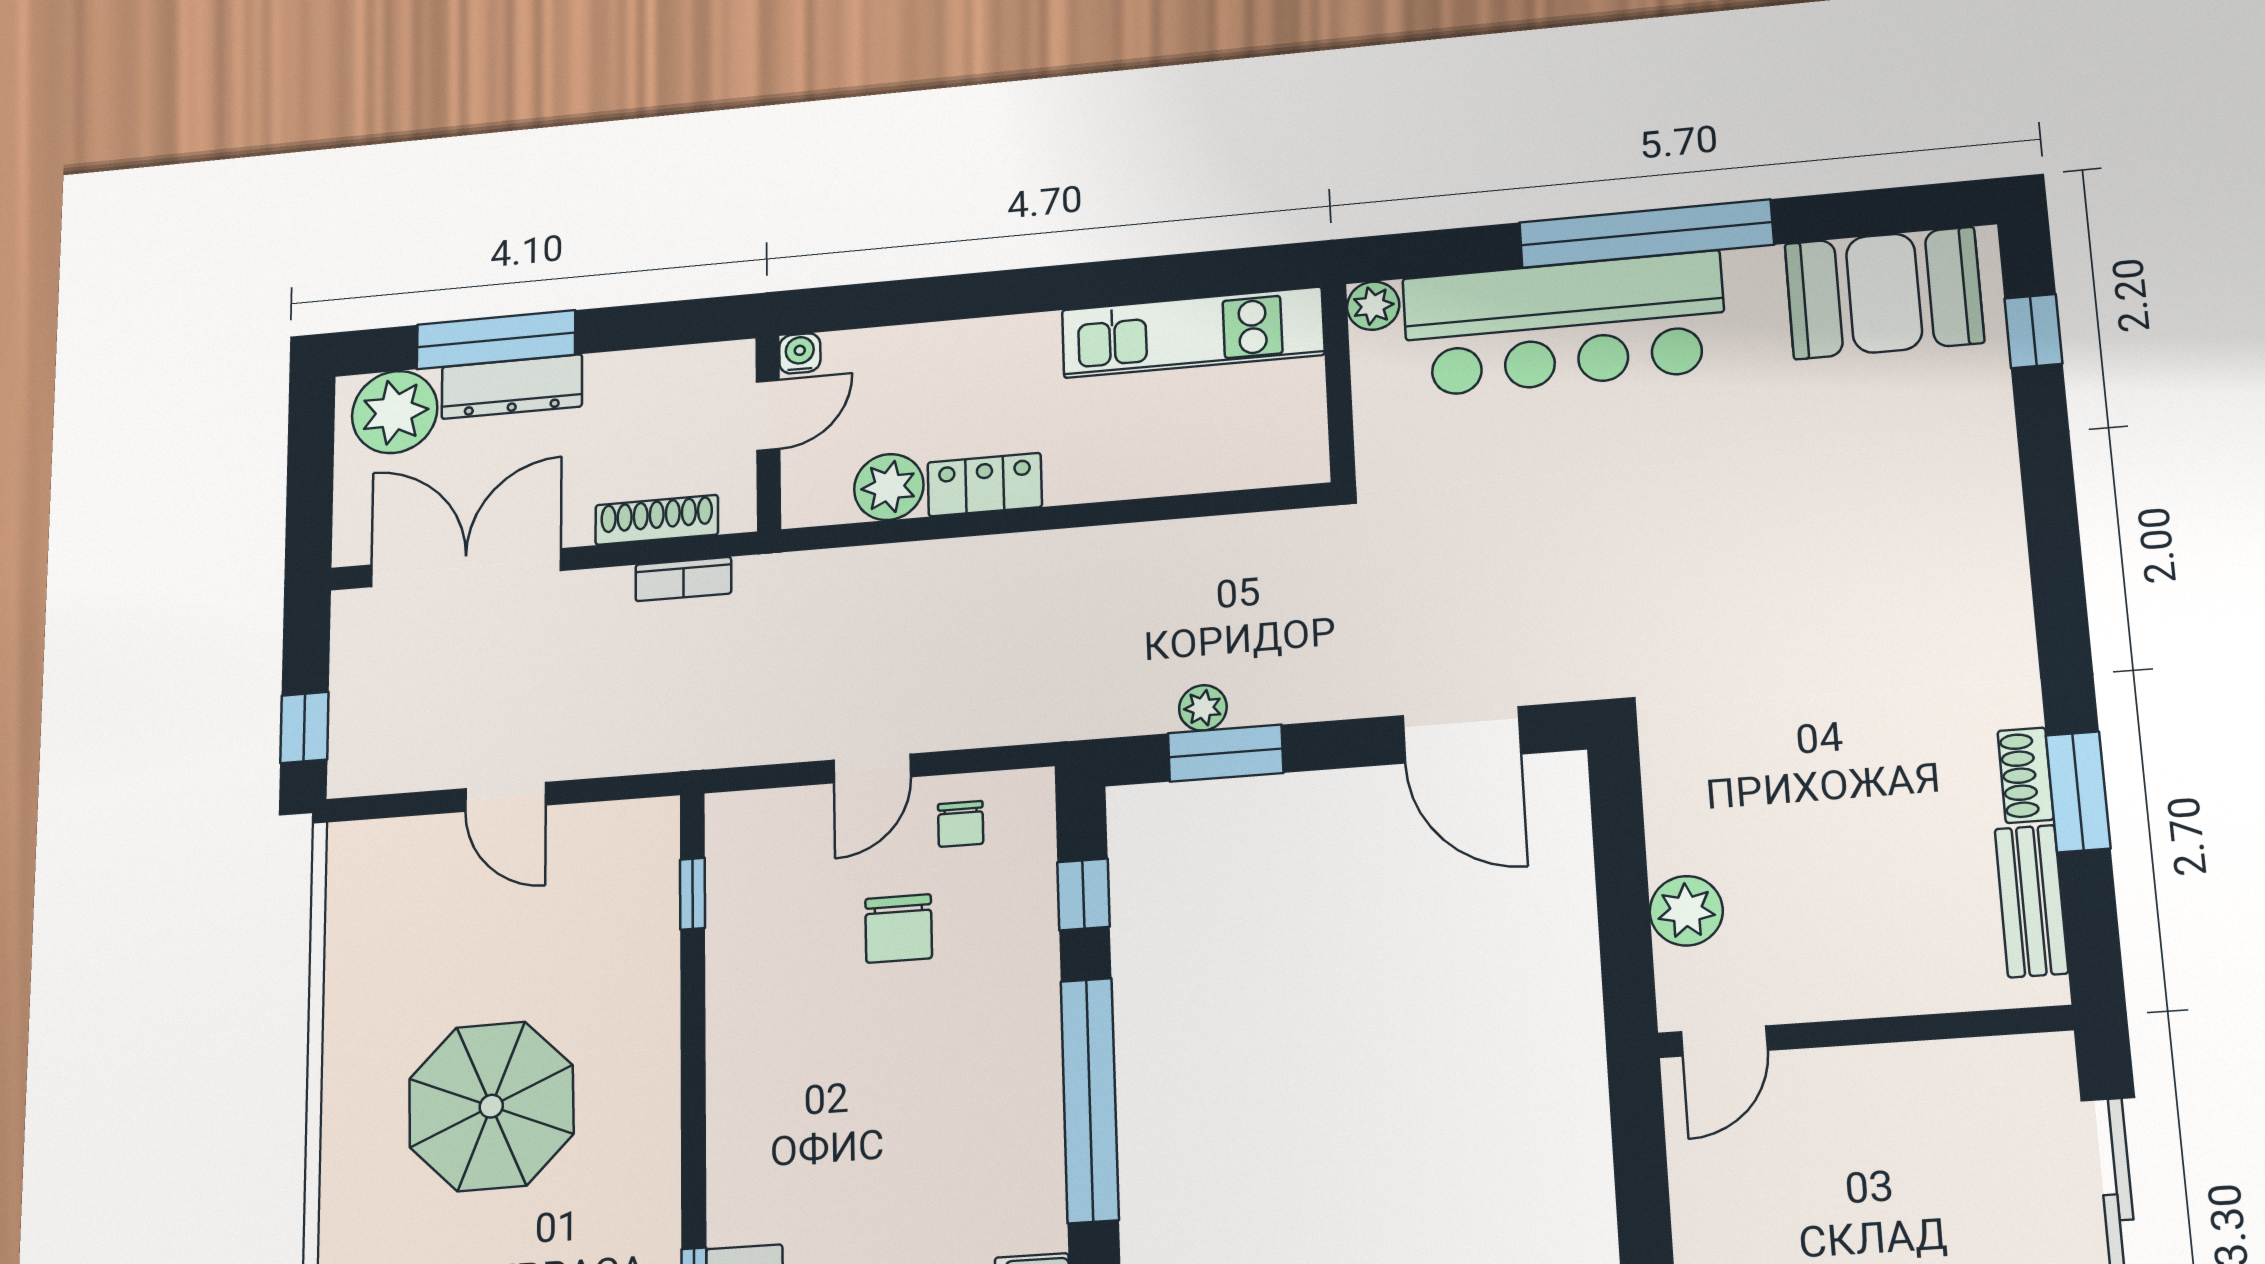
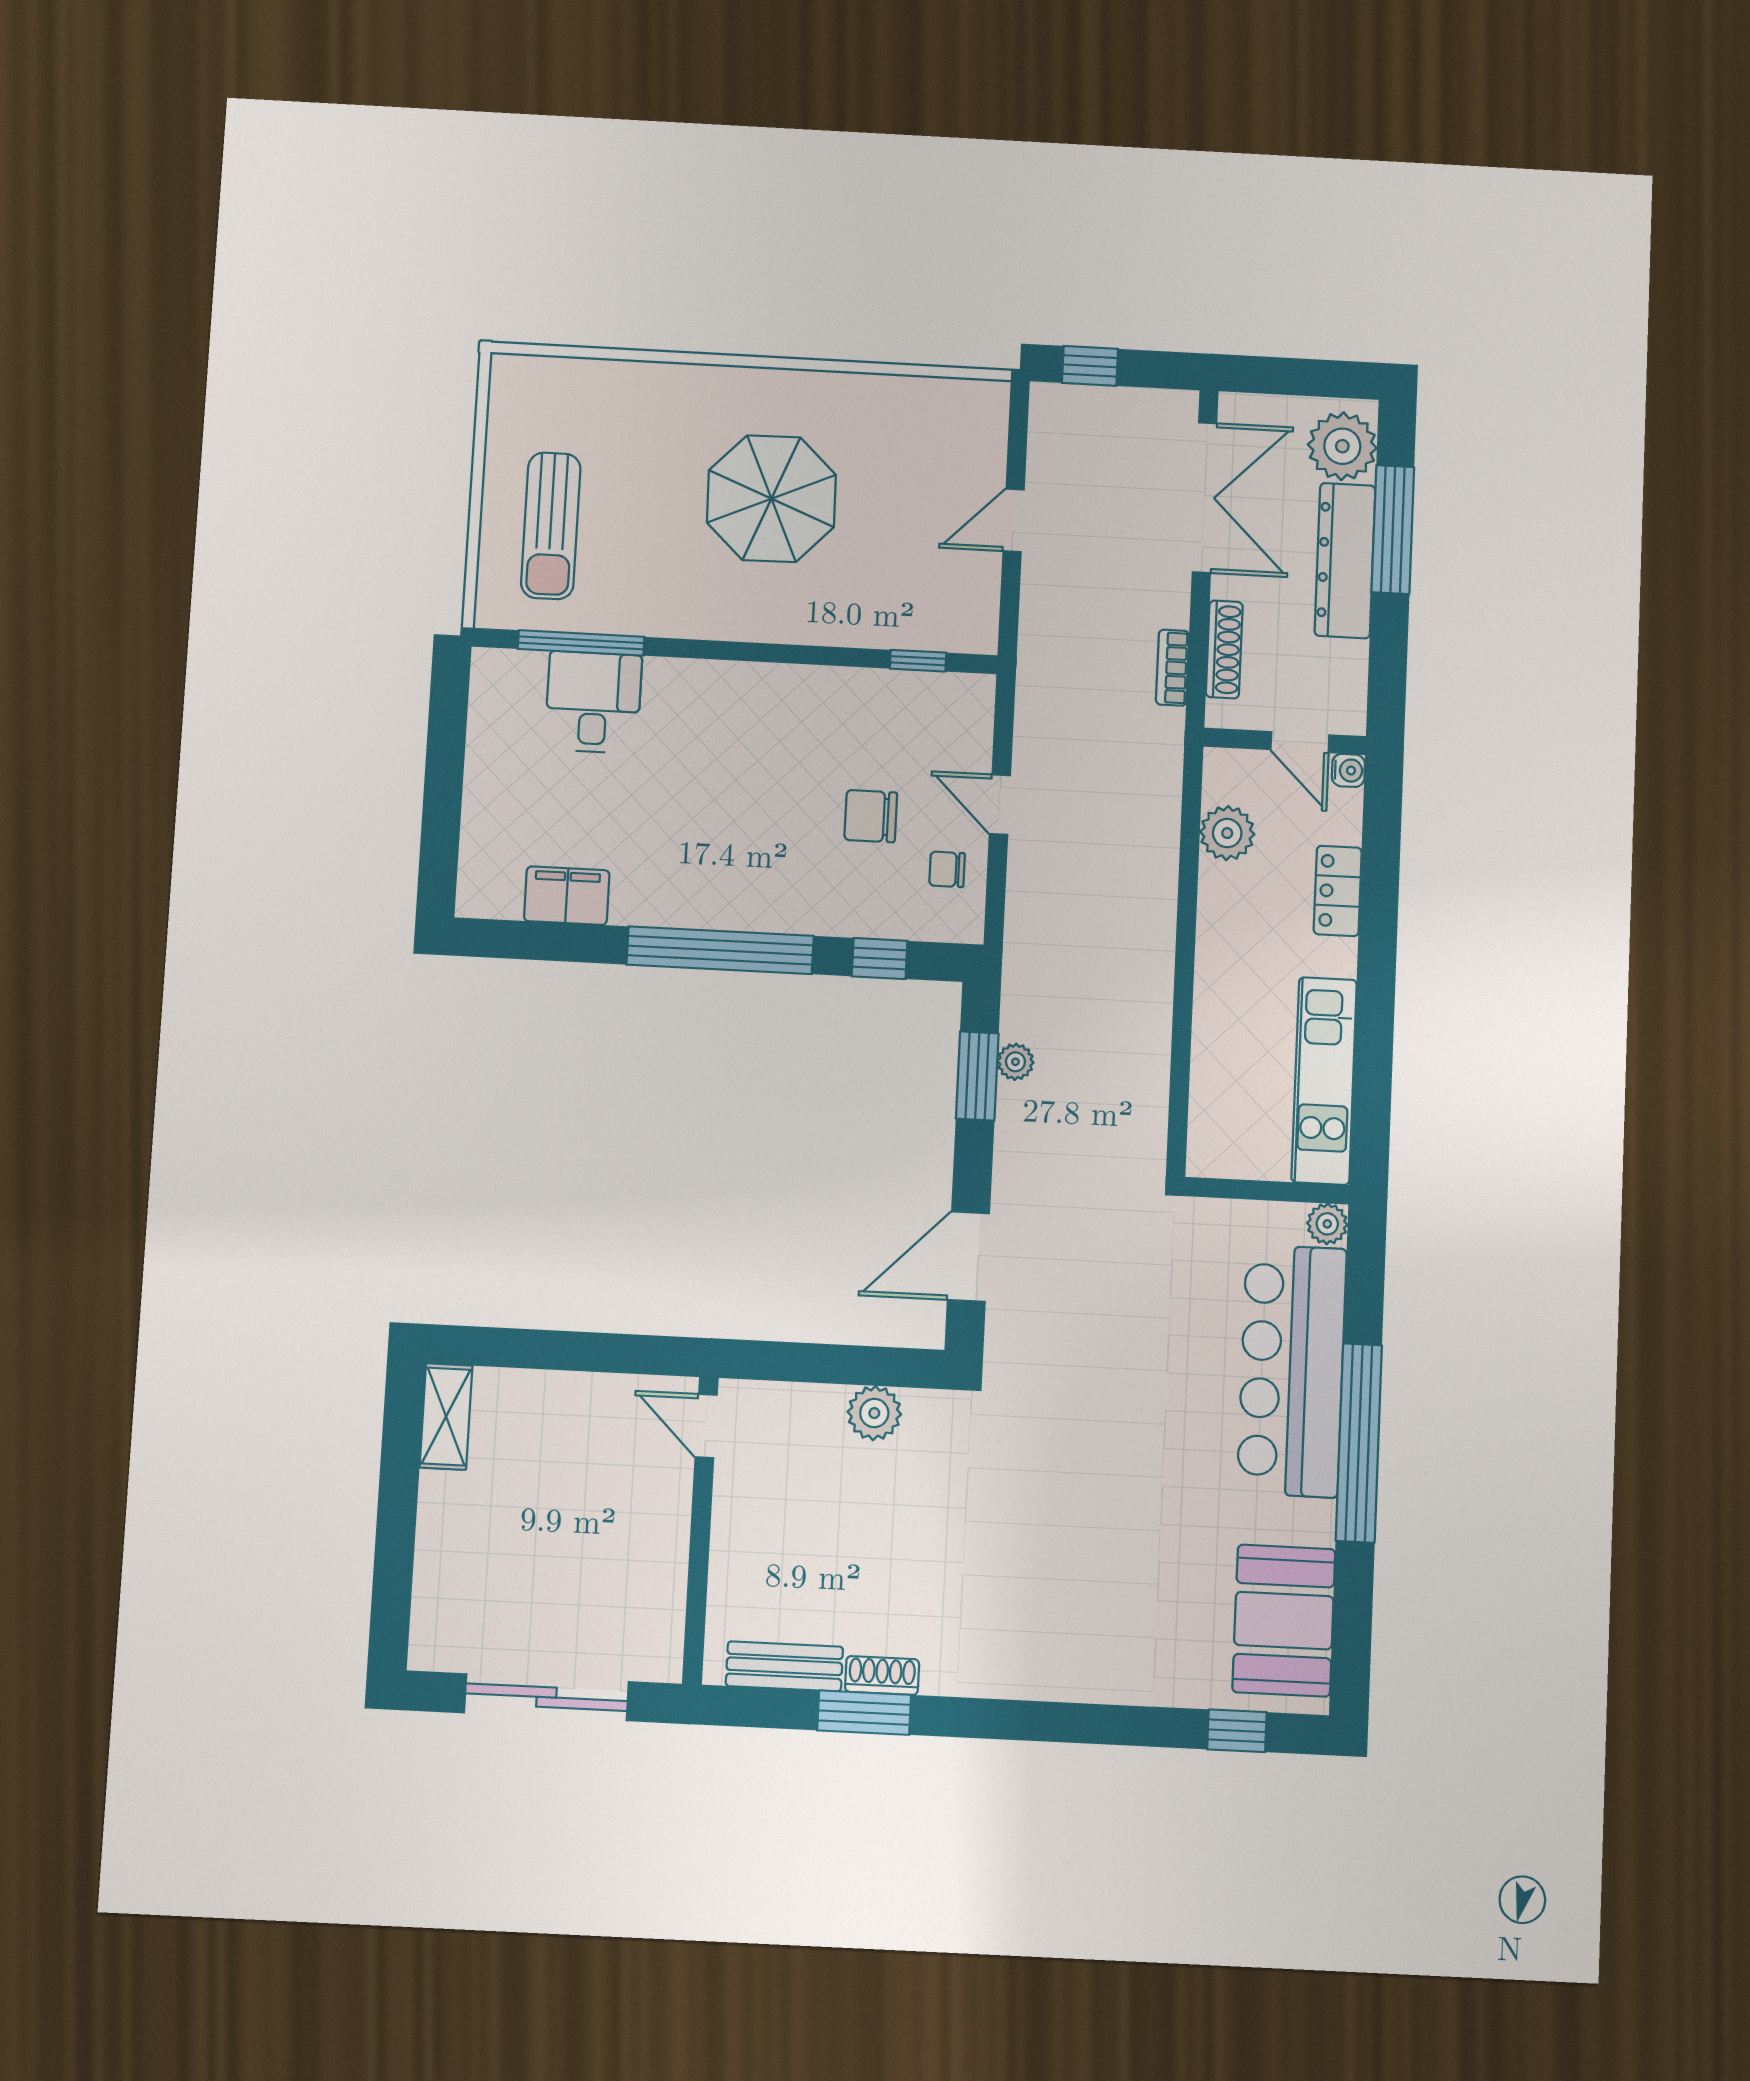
dresser: (512, 387) -> (1345, 561), width x1.37, depth x1.24
locker: (985, 485) -> (1338, 891), moved, turned 180
plant: (1686, 911) -> (874, 1413), moved

